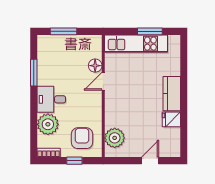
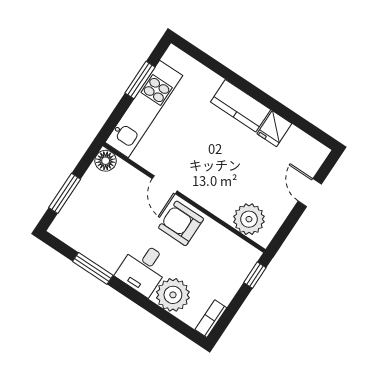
floor lamp: (95, 66) -> (106, 161), moved
armchair: (82, 138) -> (181, 223), moved
window: (74, 161) -> (255, 275), moved

